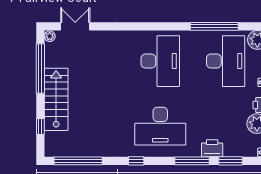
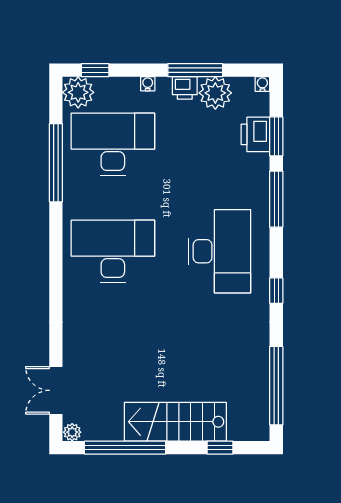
printer: (212, 148) -> (255, 134), moved

